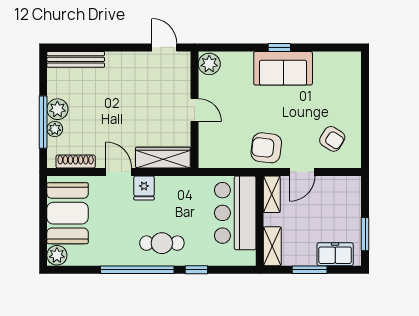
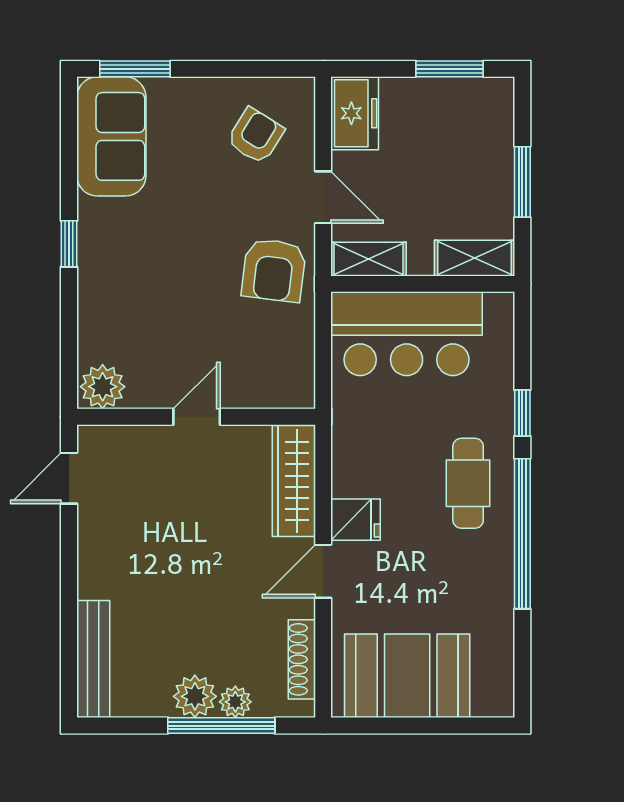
sofa: (283, 68) -> (111, 136), moved
window: (365, 80) -> (135, 69), added
freezer: (335, 254) -> (355, 113), moved, turned 180
plant: (57, 255) -> (493, 697), removed

